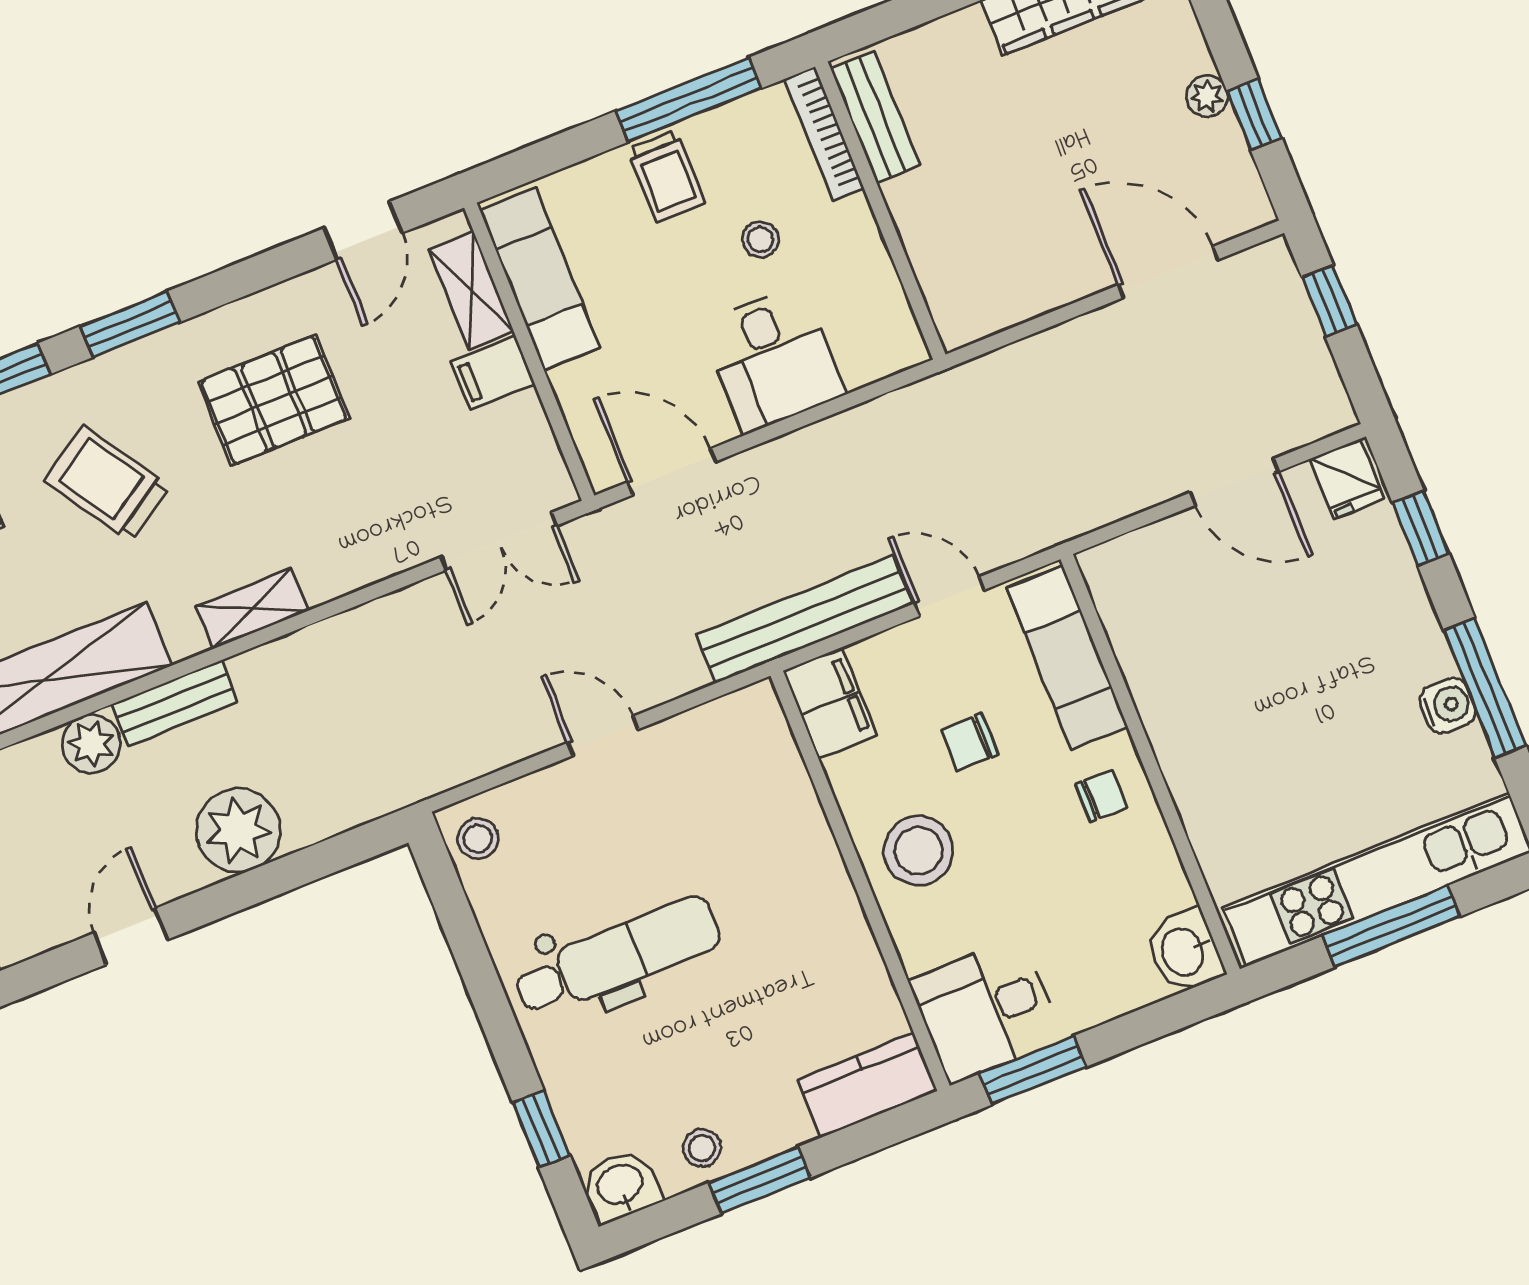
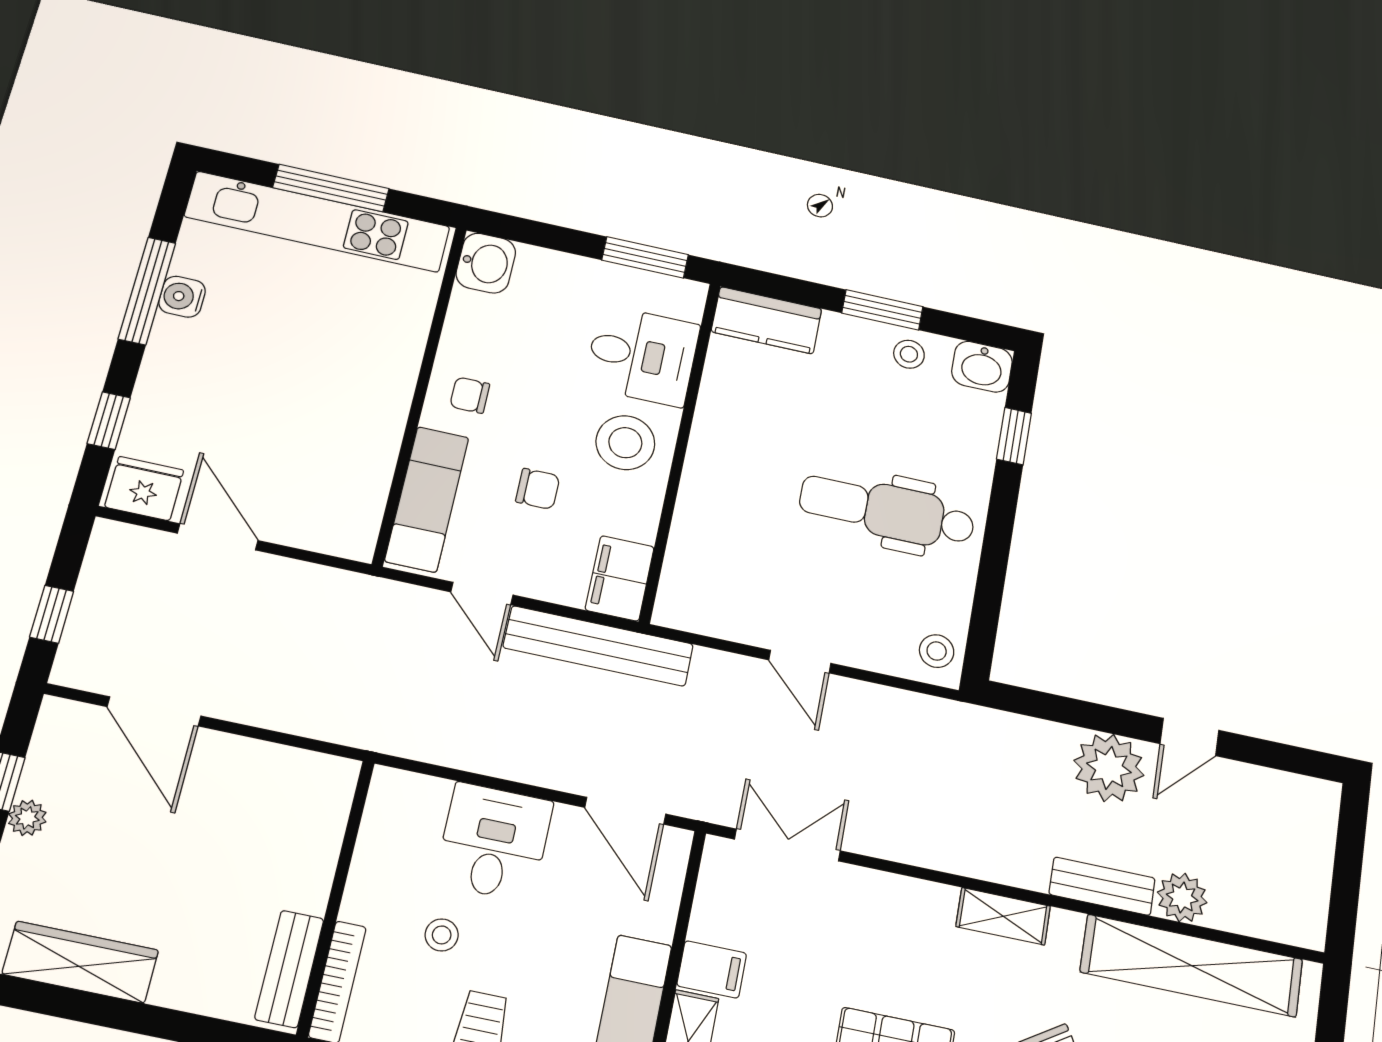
fridge: (1347, 479) -> (144, 488), width x1.38
door: (131, 936) -> (1189, 737), moved
desk: (985, 1010) -> (642, 356), moved

